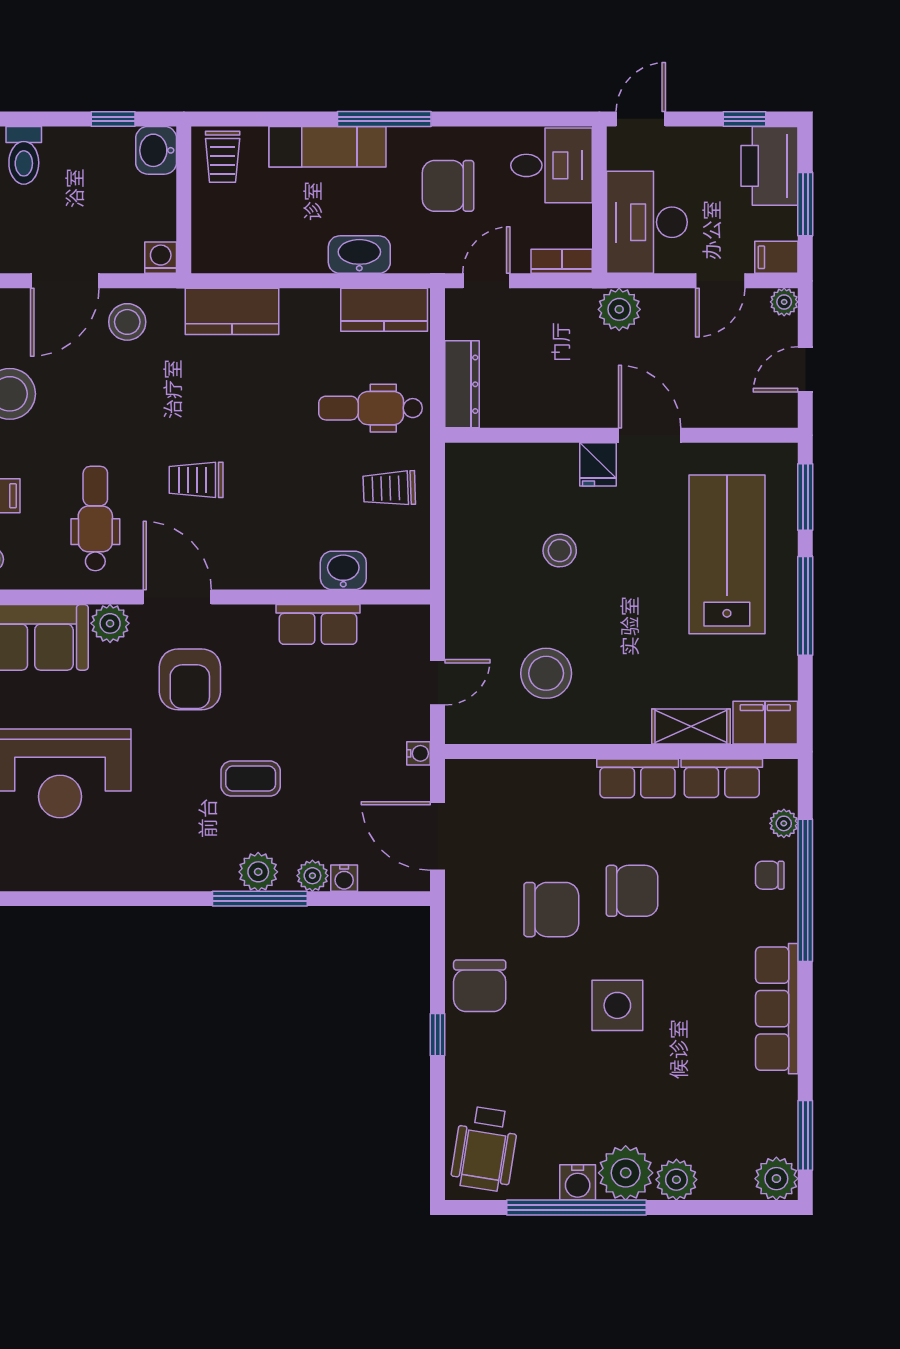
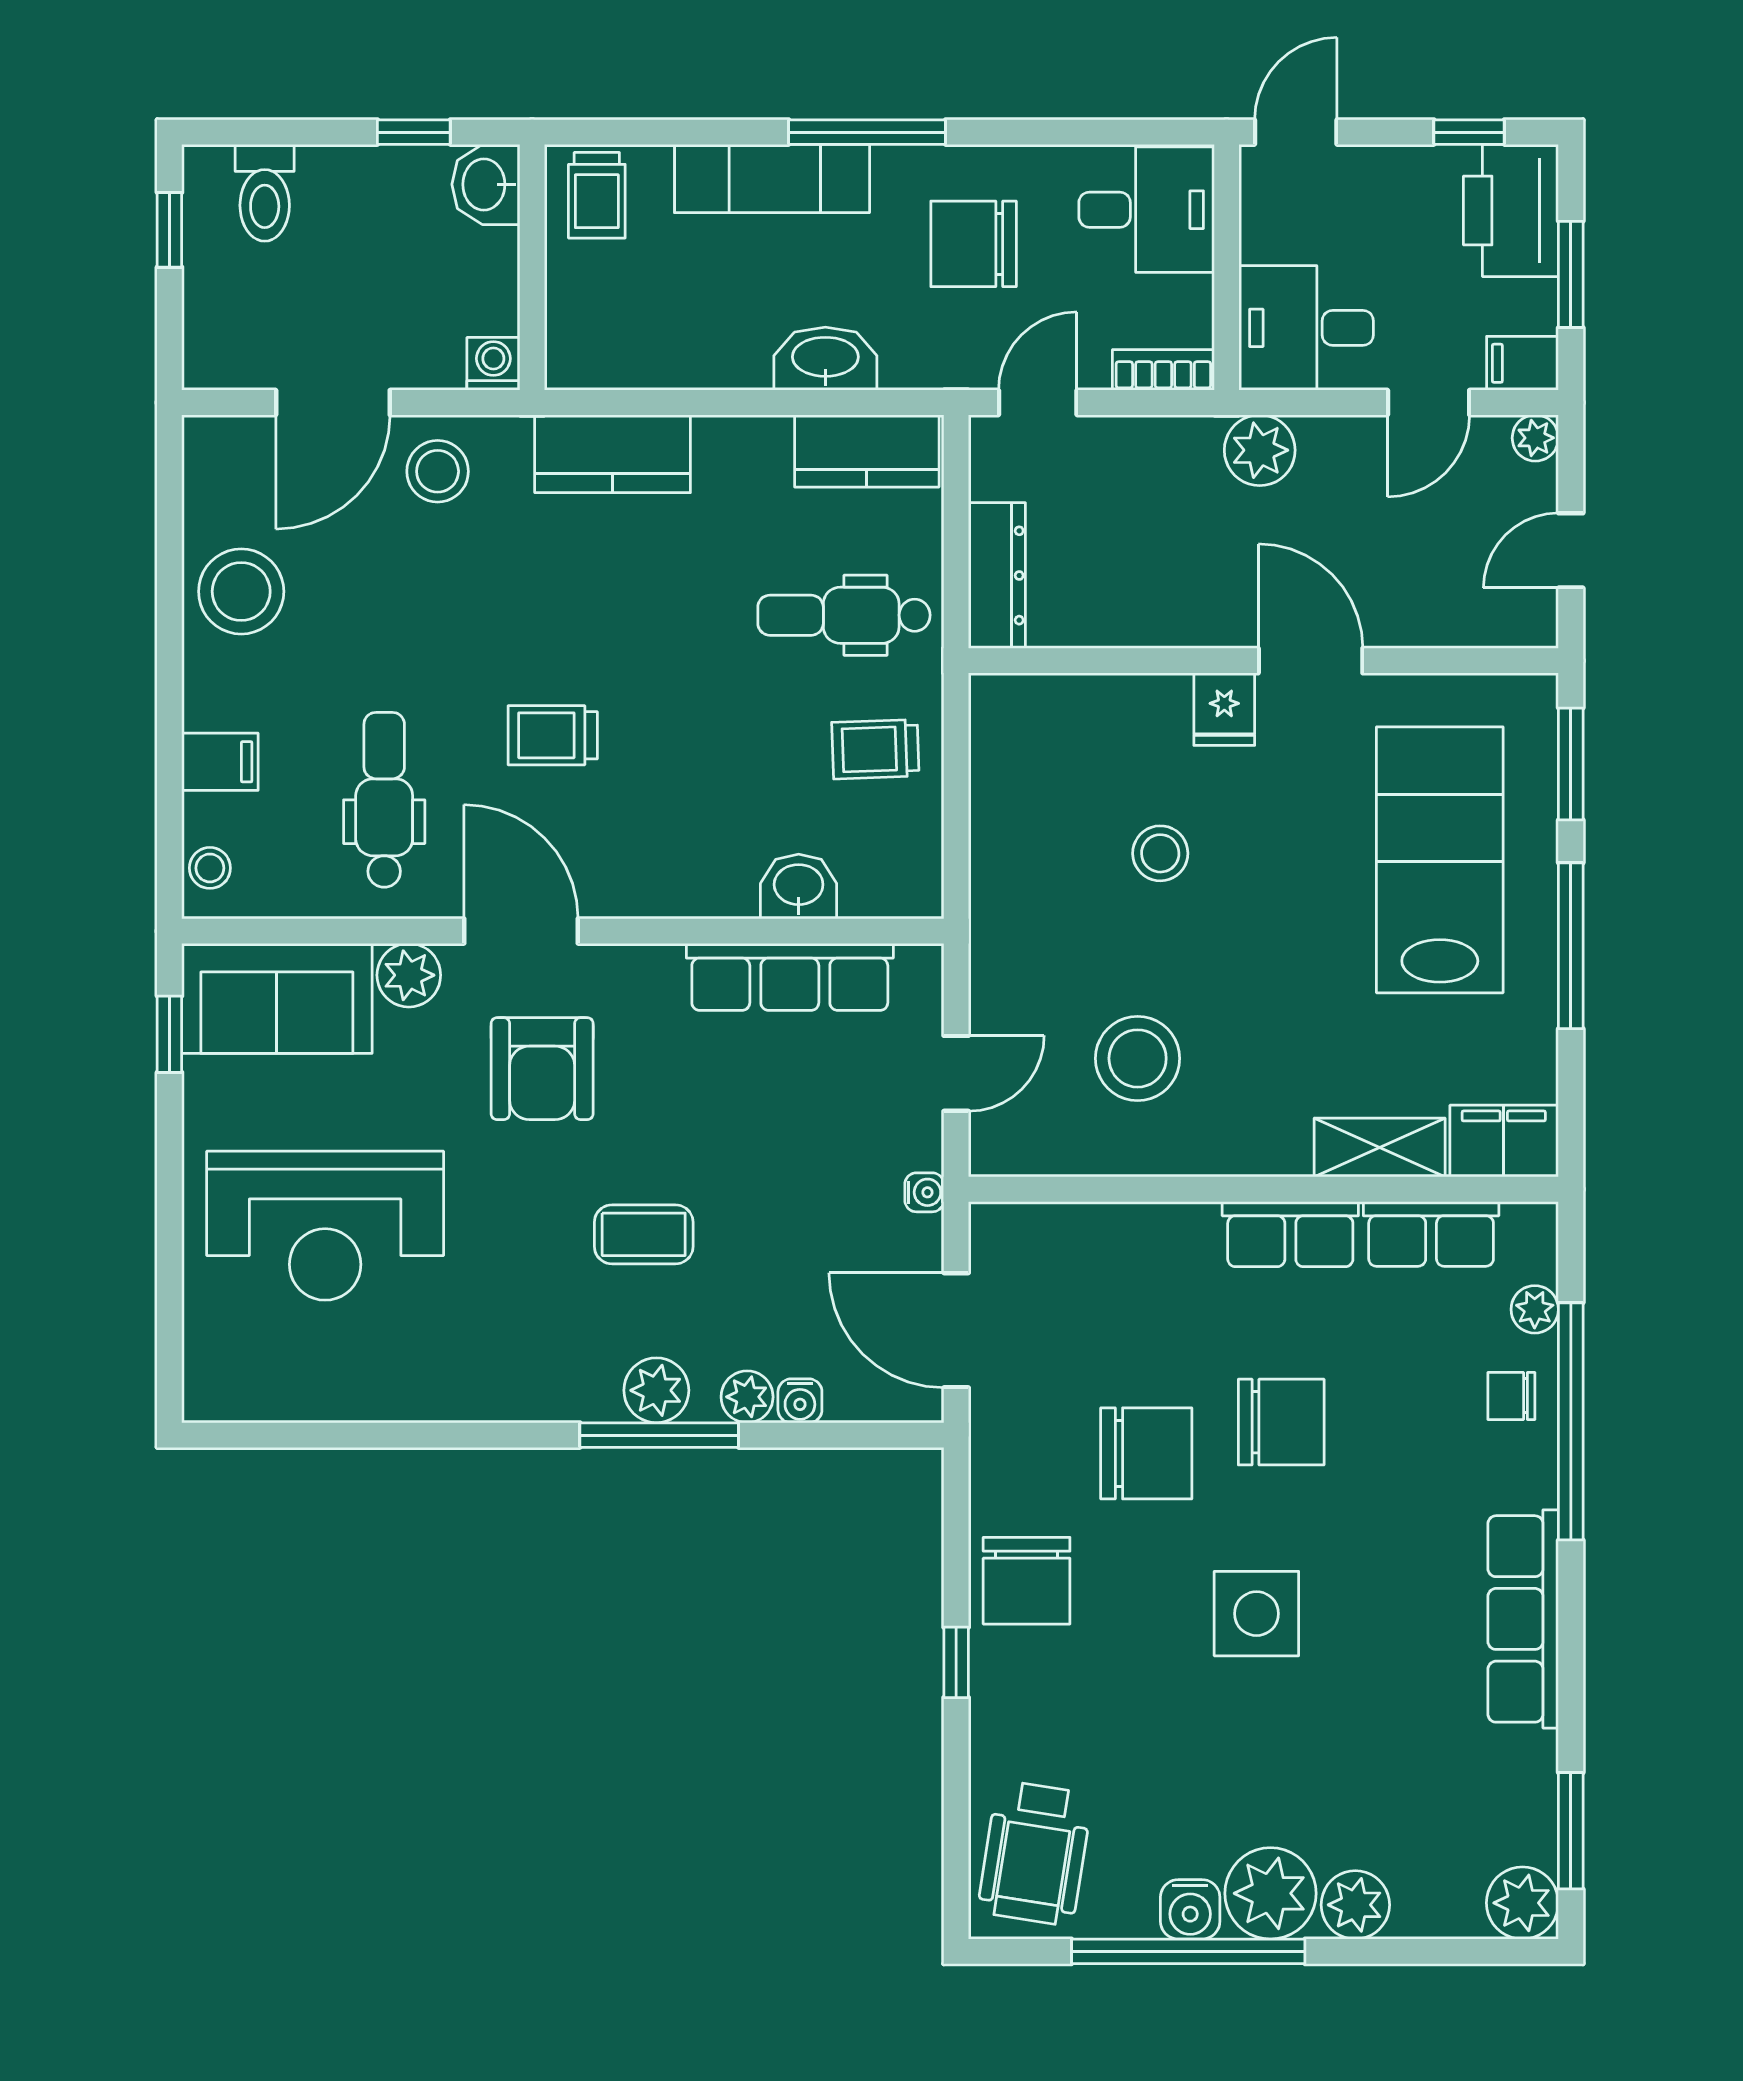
desk: (647, 222) -> (1306, 328), width x0.73
row of seats: (318, 624) -> (790, 977), width x1.48

